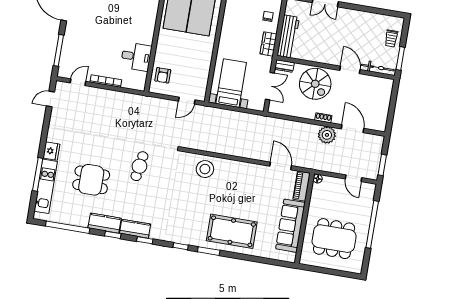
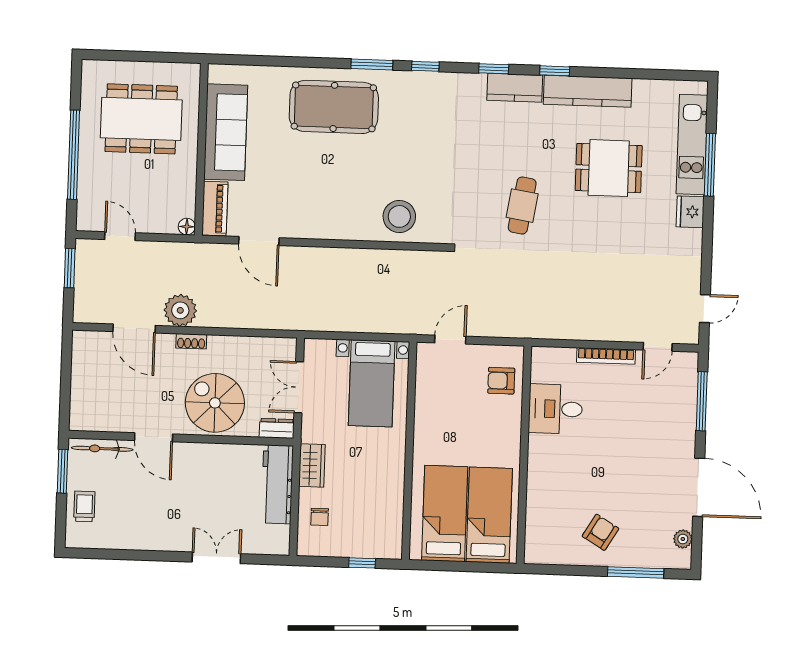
armchair: (163, 75) -> (501, 381), turned -90
kitchen counter: (105, 223) -> (588, 91), width x1.50
window: (68, 227) -> (641, 74), removed

